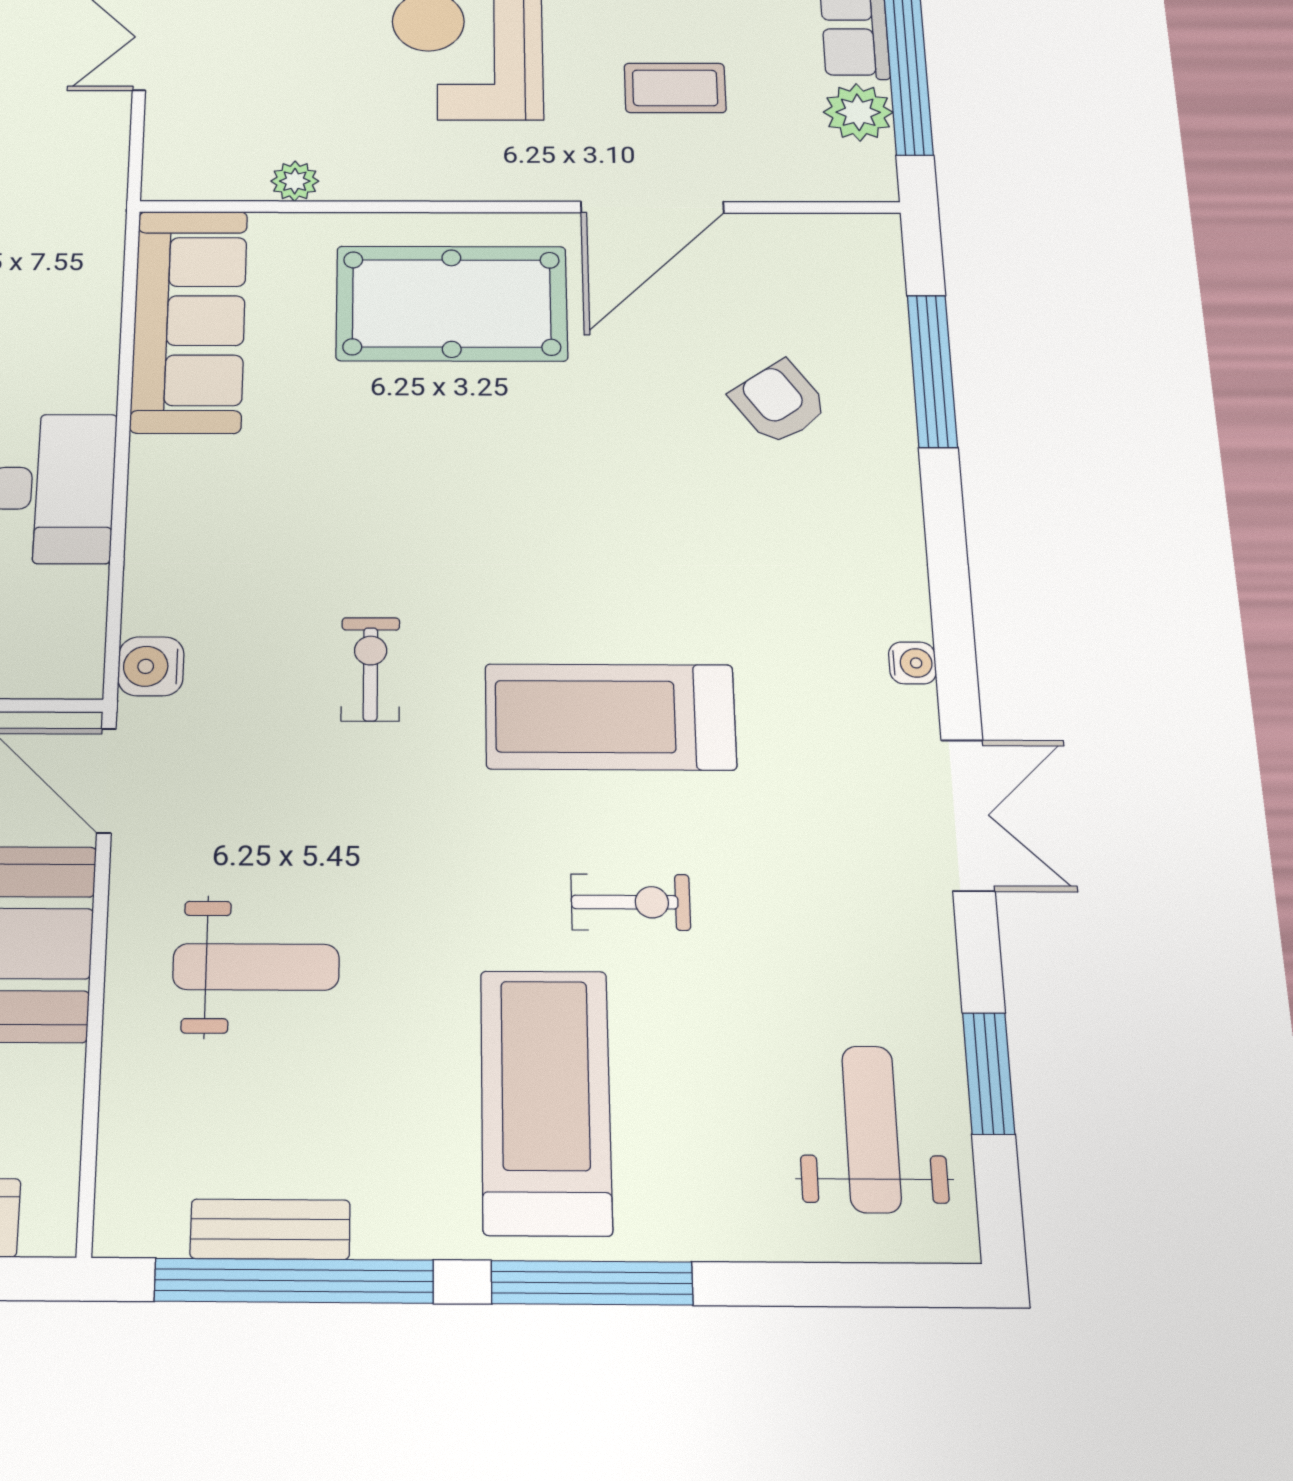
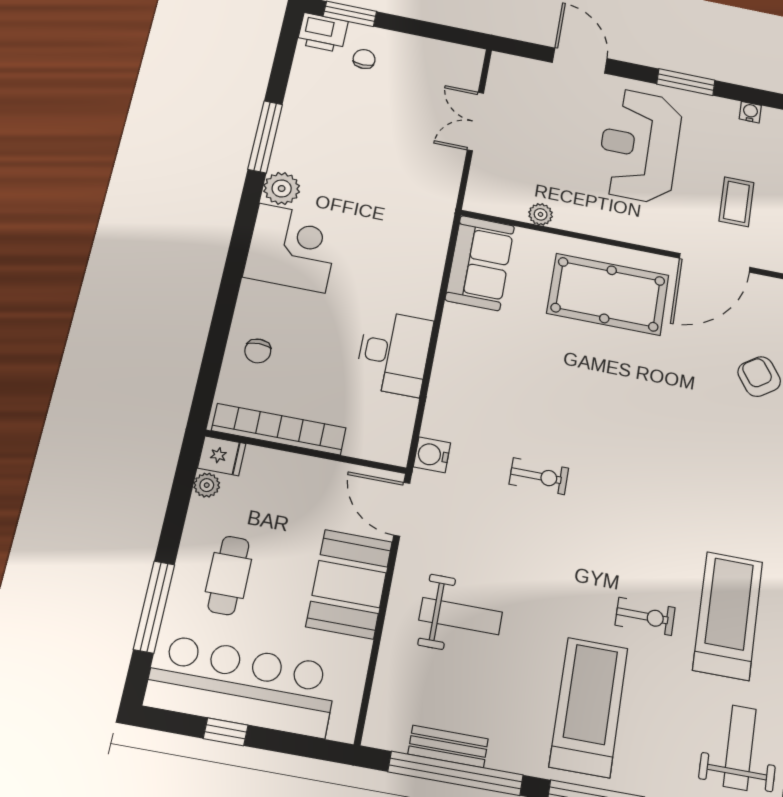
coffee table: (675, 88) -> (736, 202), turned 90
sofa: (189, 321) -> (480, 263), width x0.73
exercise bike: (370, 669) -> (539, 476), turned 90
treadmill: (610, 717) -> (728, 616), moved, turned 90

